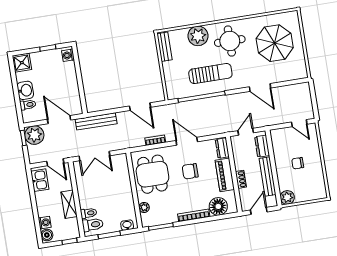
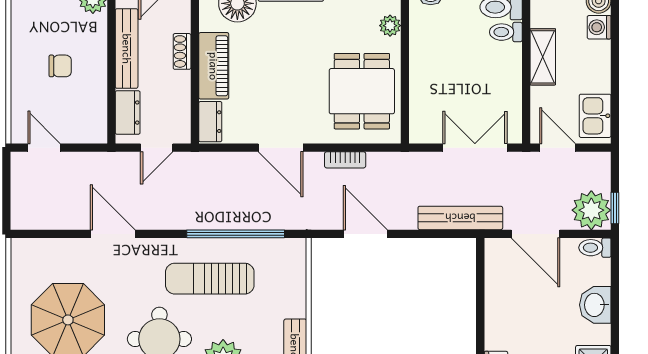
toilet: (28, 105) -> (595, 248), moved
chair: (190, 171) -> (284, 85), removed

